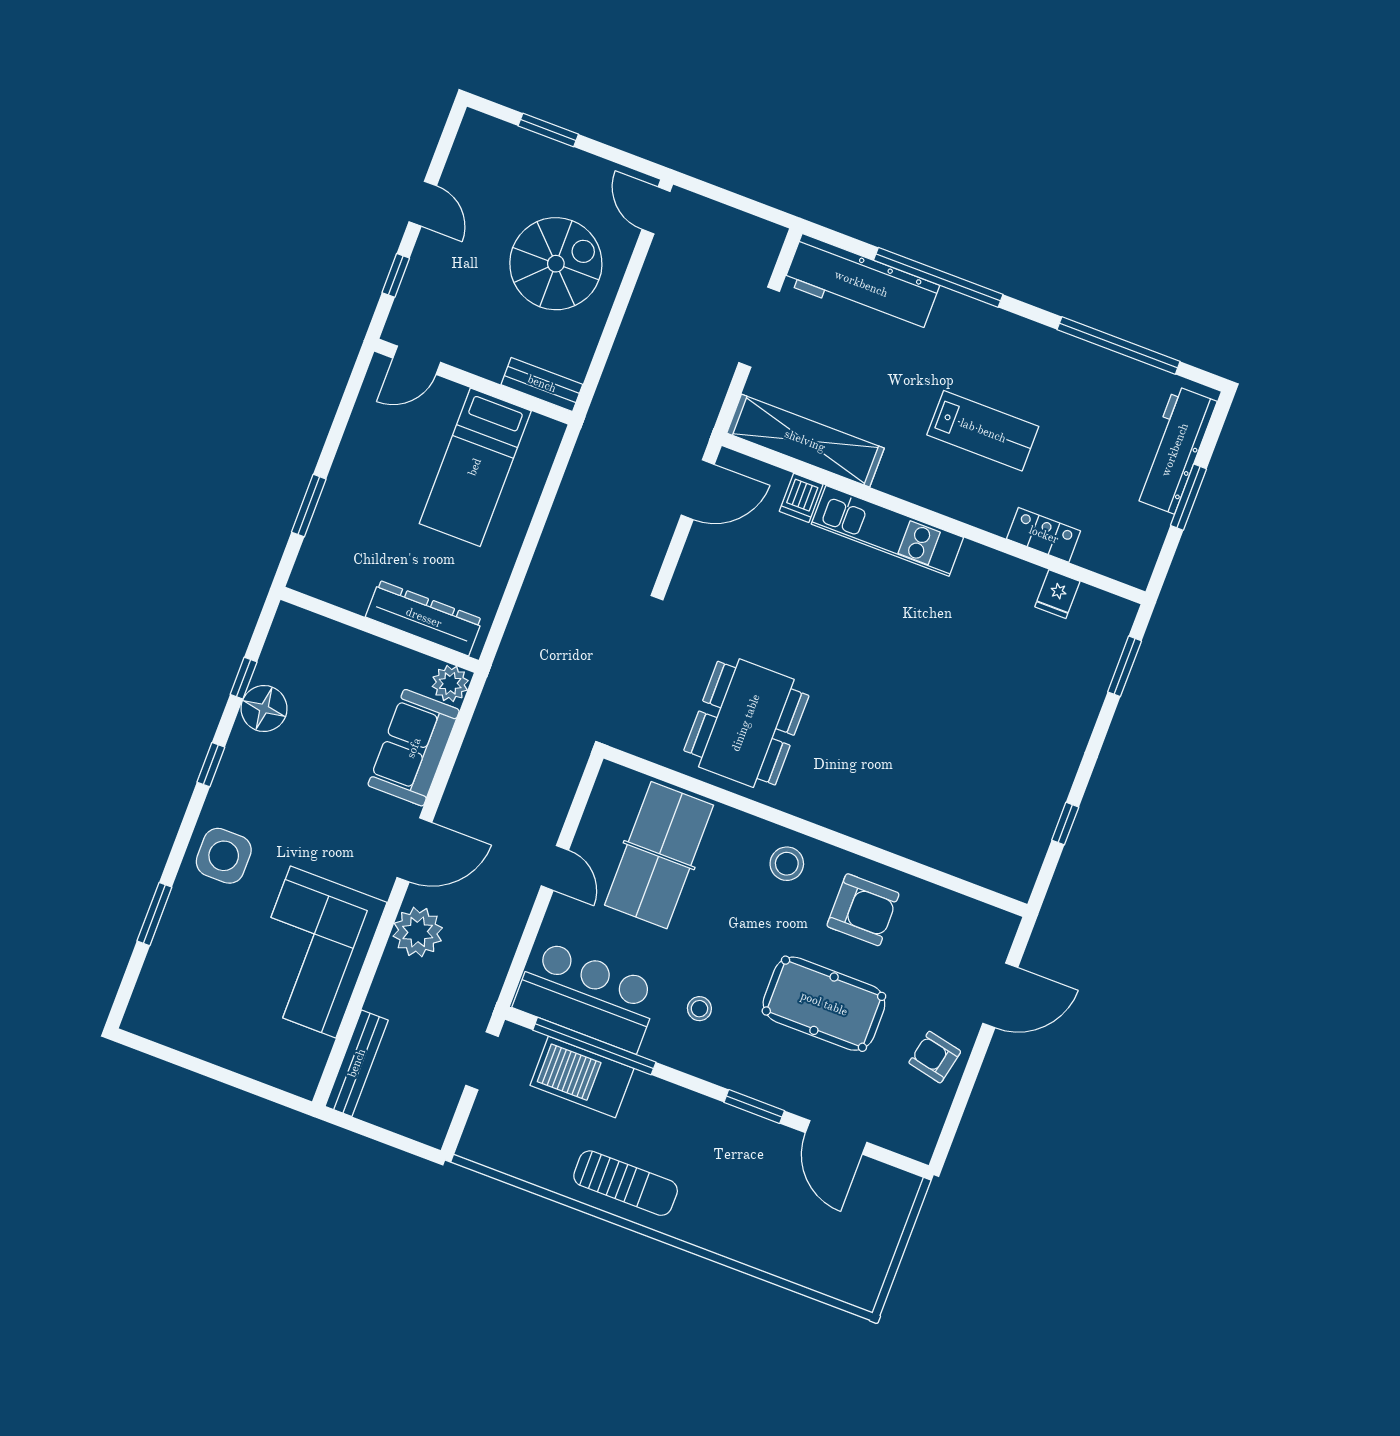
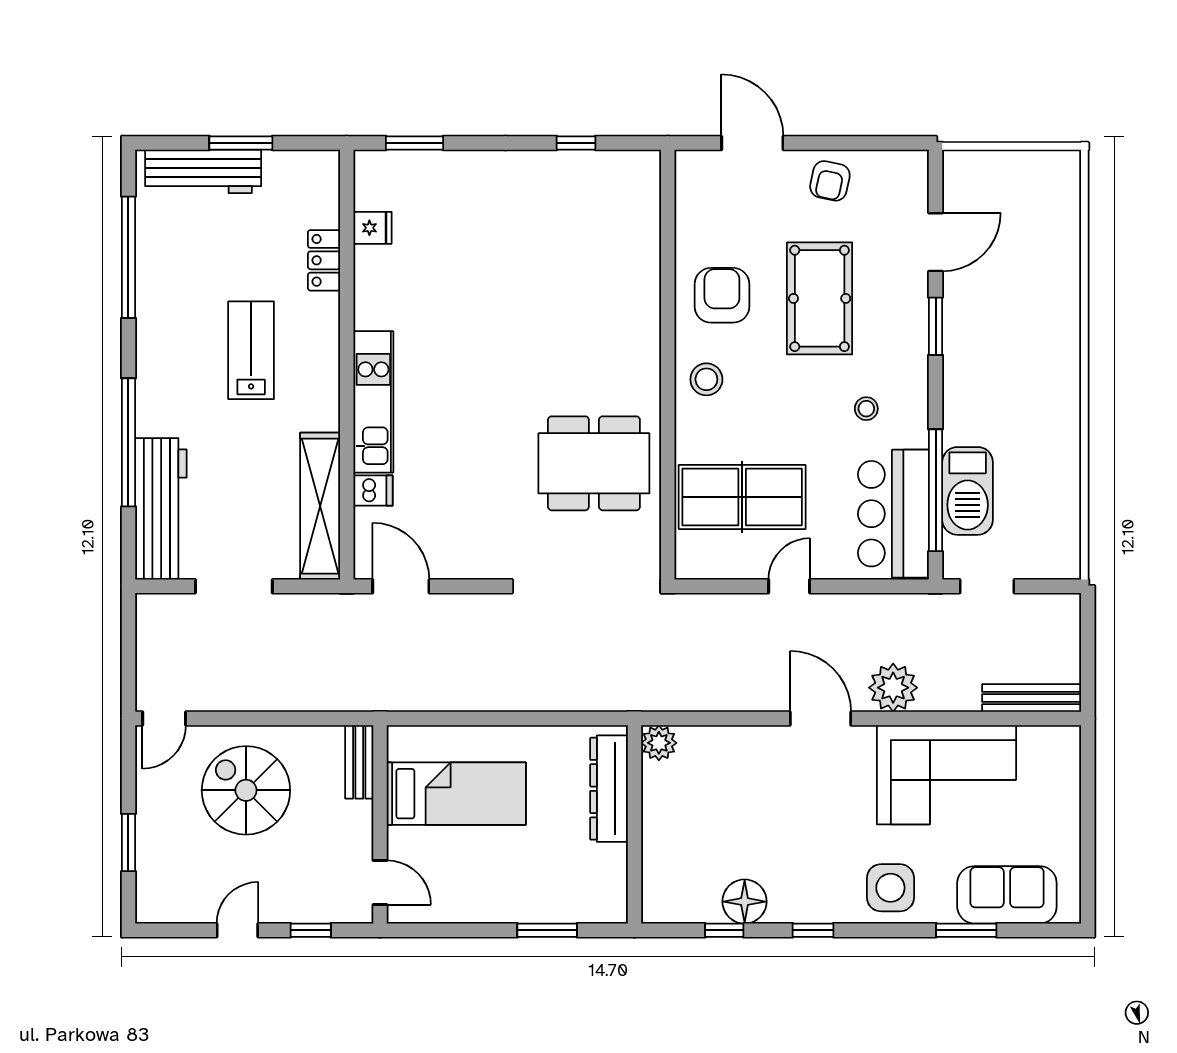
sofa: (414, 748) -> (1007, 895), moved, turned 180
sun lounger: (626, 1183) -> (1048, 416), removed

